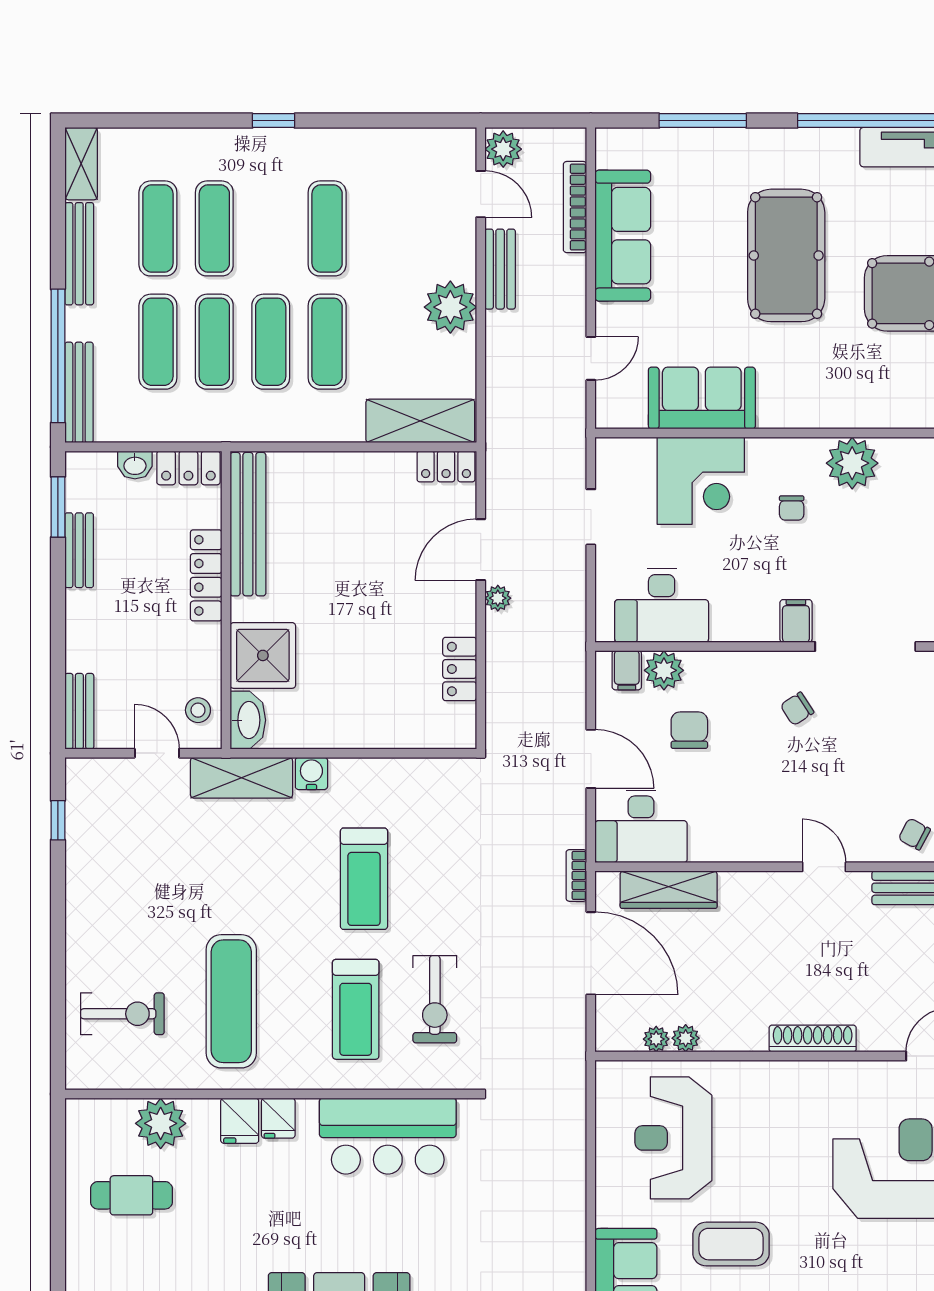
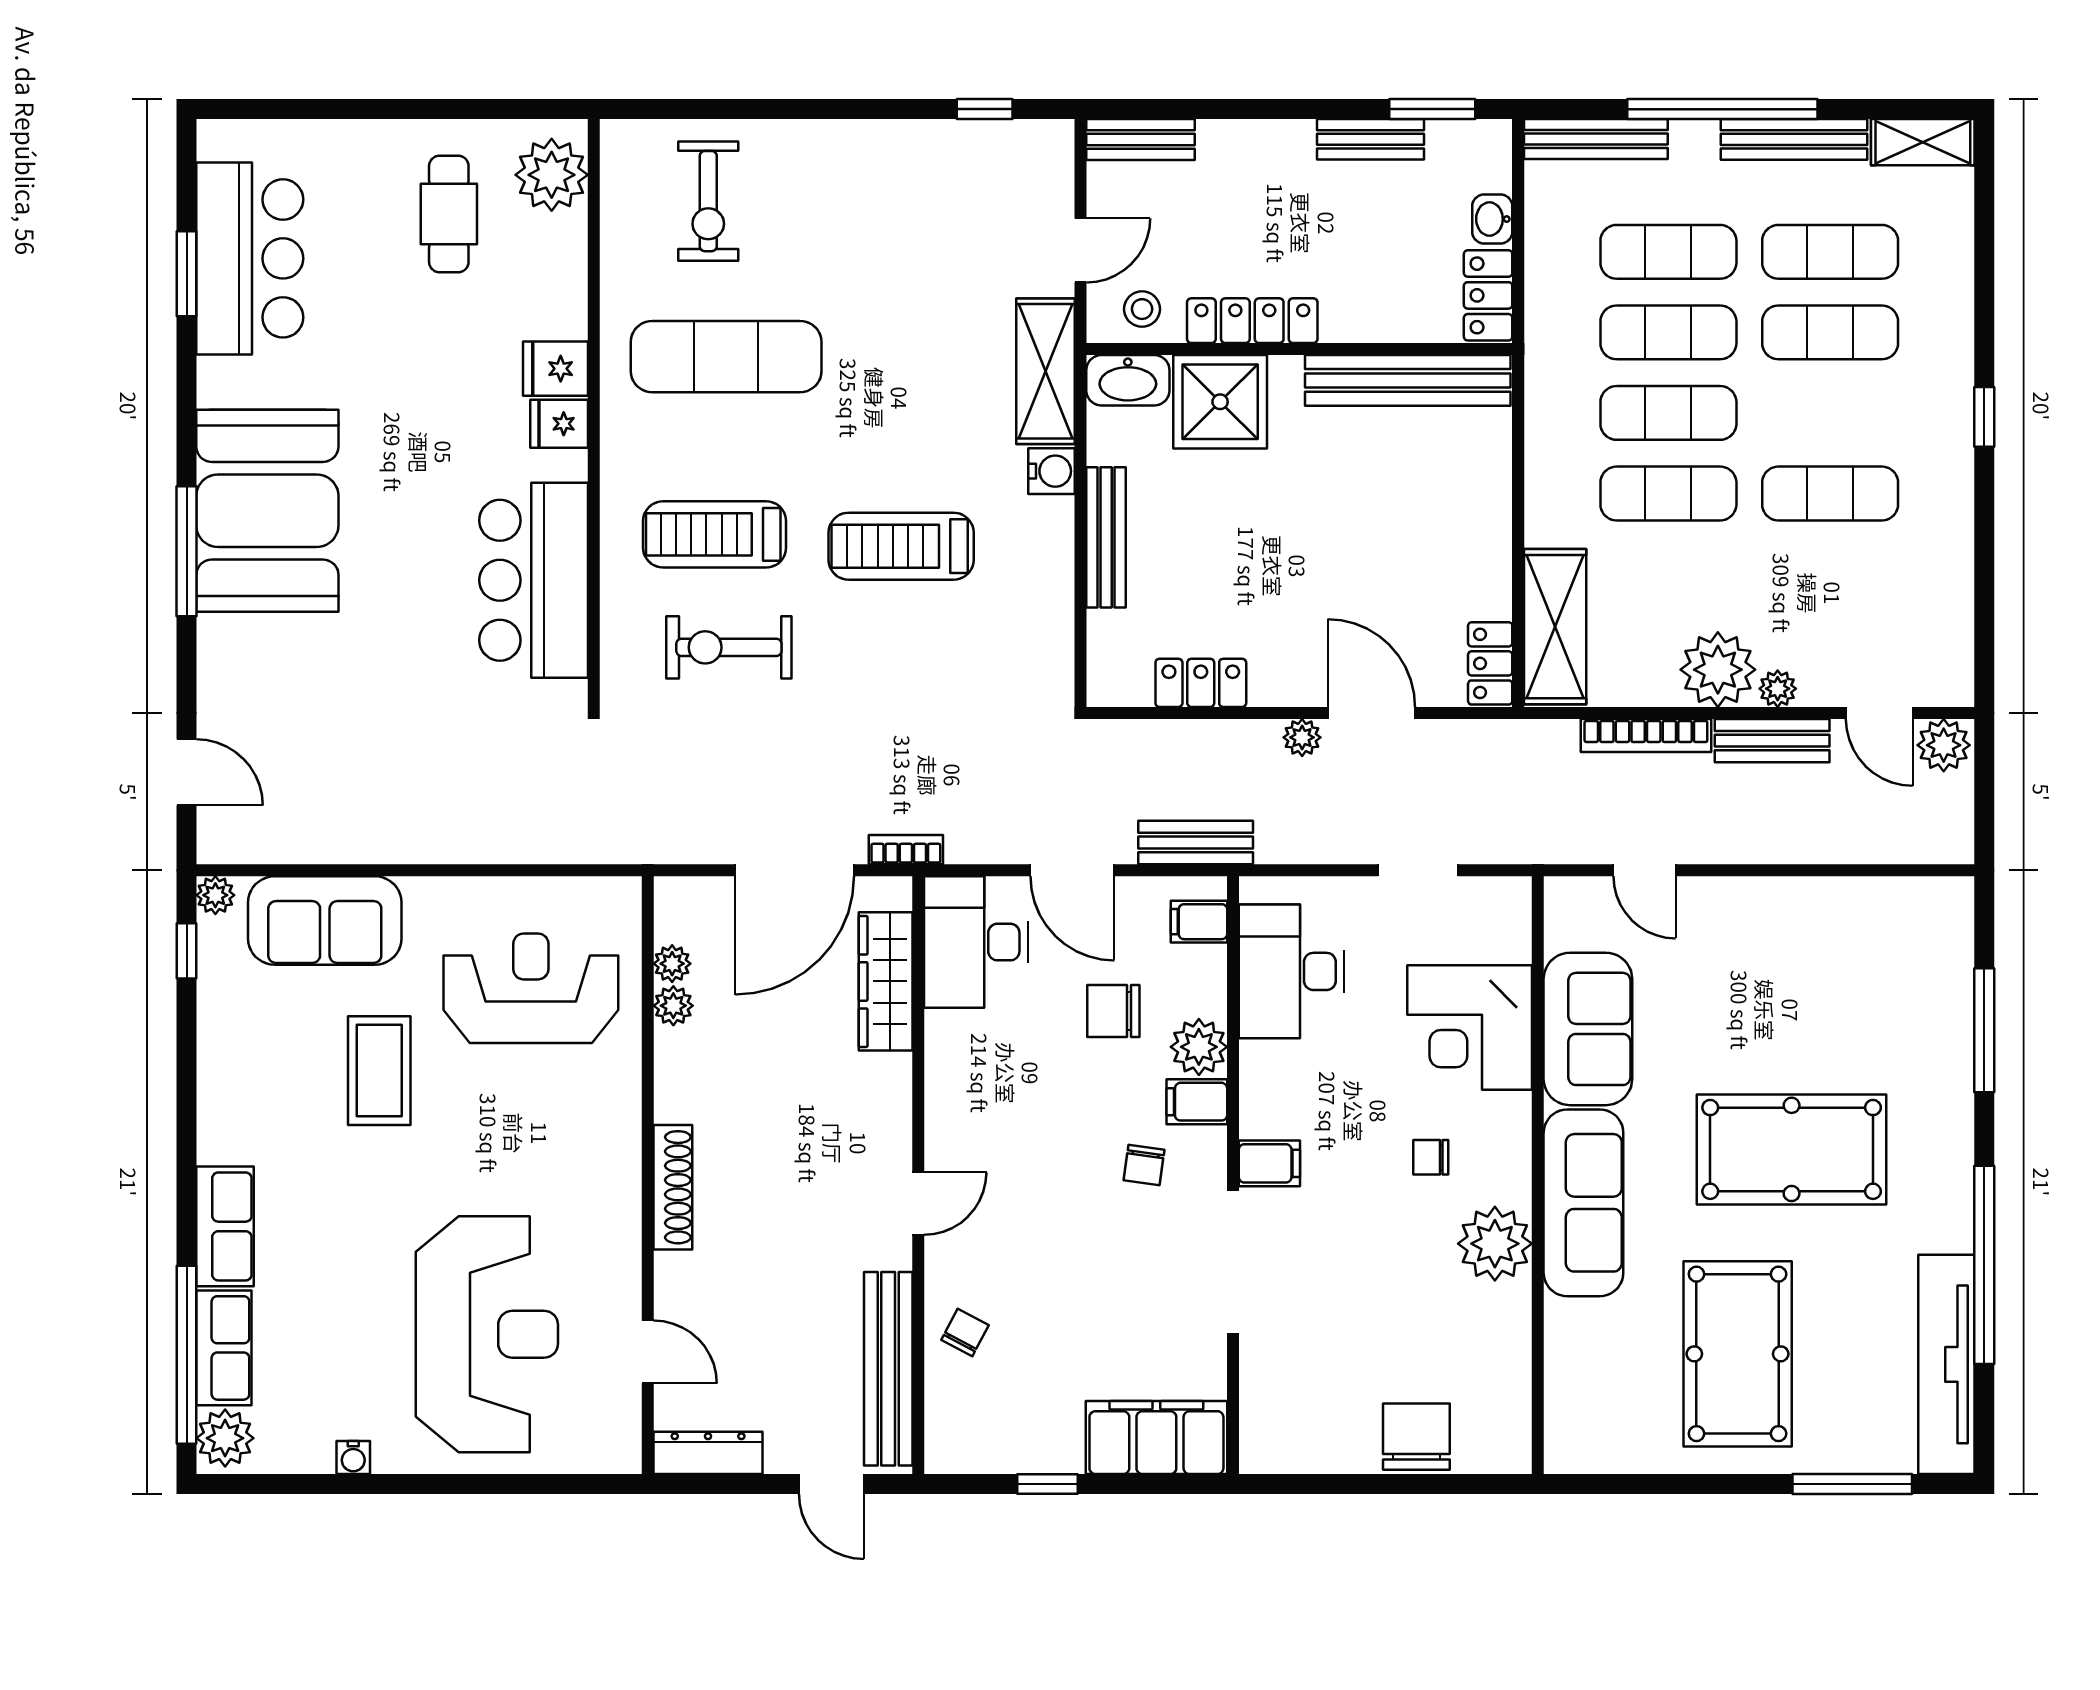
door: (481, 194) -> (1879, 713), hinge flipped
bookcase: (575, 207) -> (1646, 735), moved, turned 180
sofa: (623, 236) -> (1583, 1203), moved, turned -90
plant: (464, 265) -> (1778, 689), added
window: (58, 356) -> (1722, 109), moved
locker: (206, 575) -> (1252, 321), moved
plant: (664, 670) -> (1199, 1047), moved
filing cabinet: (753, 672) -> (1197, 1102), added
bench: (571, 673) -> (1196, 842), added
chair: (797, 709) -> (1144, 1165), turned -139
chair: (689, 730) -> (1113, 1011), turned 180
bench: (358, 735) -> (1106, 537), added
door: (591, 759) -> (1072, 870), hinge flipped
plant: (161, 1123) -> (552, 175), moved

